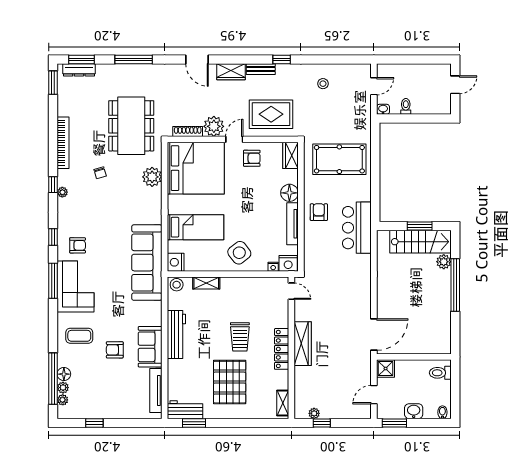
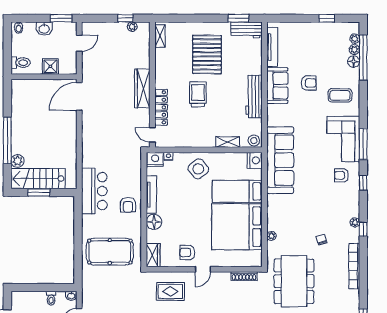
rug: (271, 114) -> (170, 291), width x0.73, depth x0.70
plant: (214, 126) -> (221, 281), removed
bed: (196, 168) -> (237, 227), moved
plant: (152, 177) -> (271, 236), width x0.53, depth x0.53
locker: (282, 349) -> (161, 107), moved
shower: (386, 368) -> (50, 66), moved

